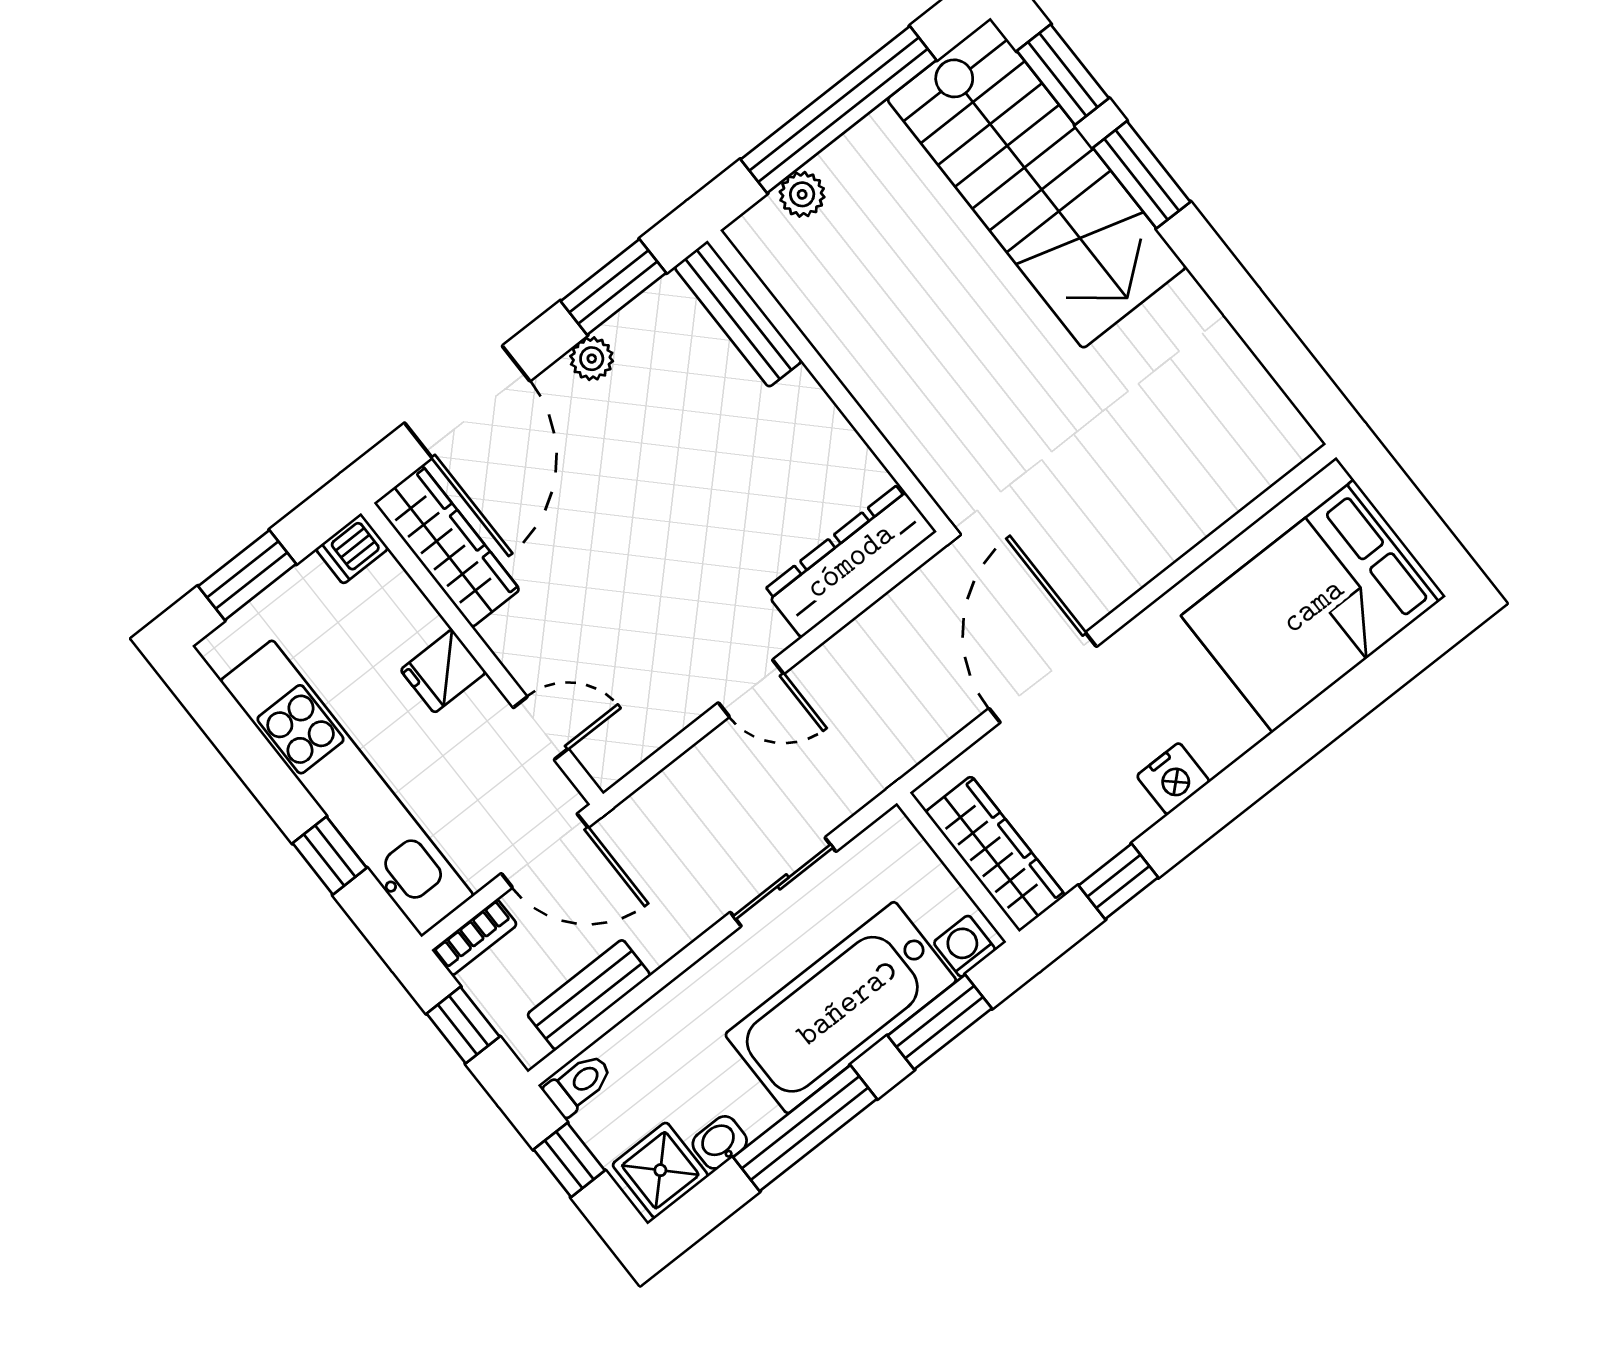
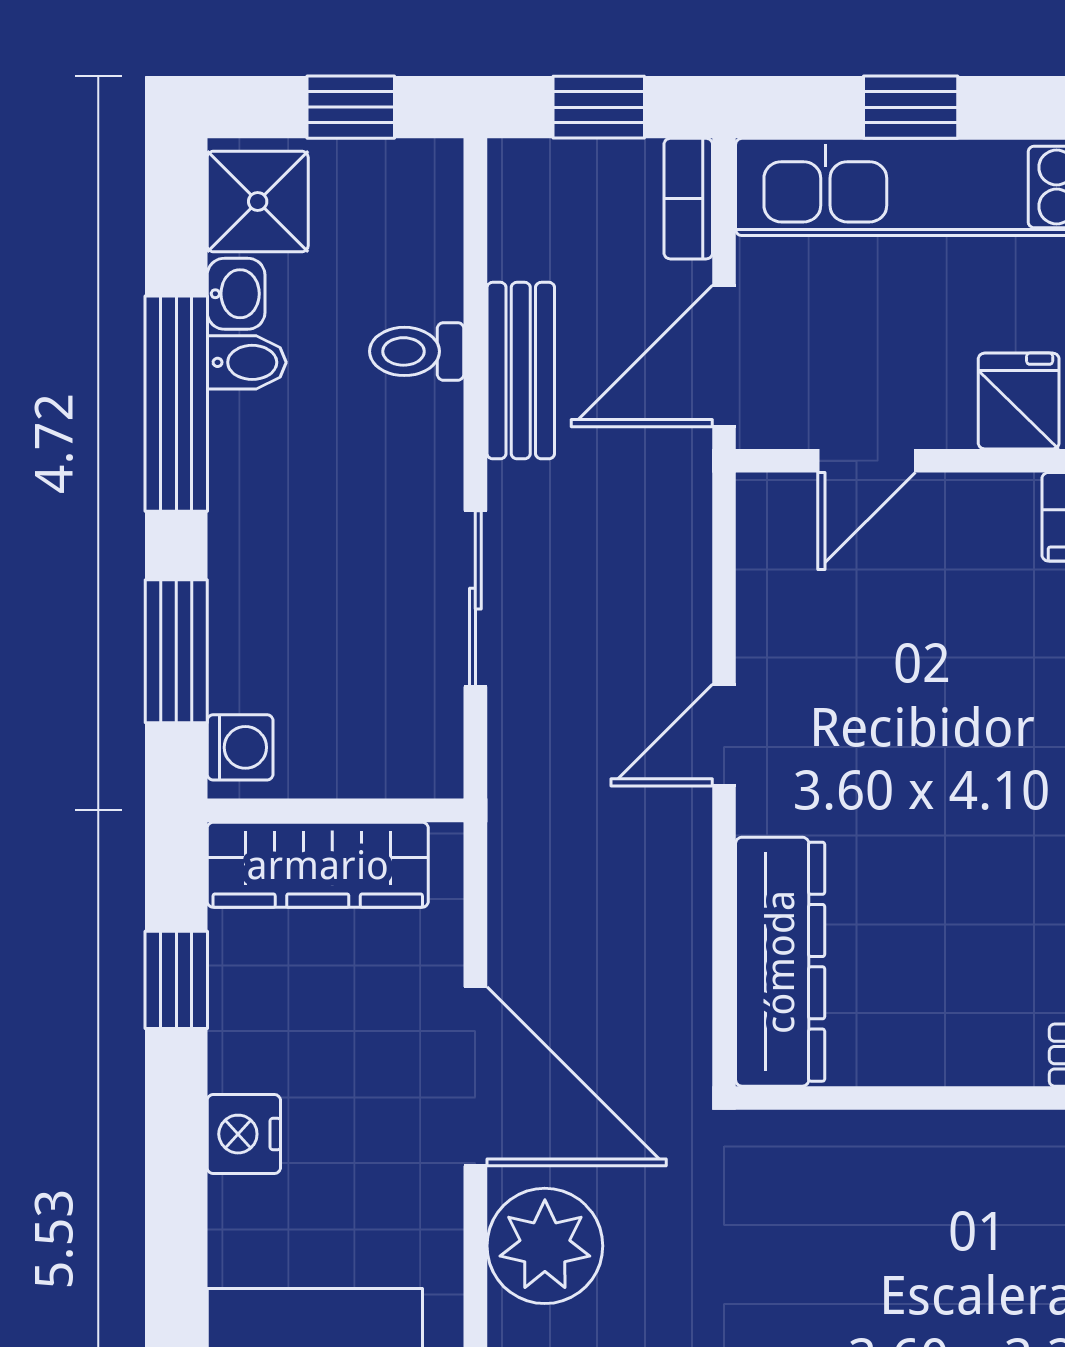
plant: (1105, 567) -> (545, 1246), added
bench: (589, 995) -> (521, 371), moved
bathtub: (841, 1008) -> (281, 552), removed
toilet: (578, 1084) -> (417, 351), moved, turned 90
bidet: (752, 1107) -> (247, 362), added

